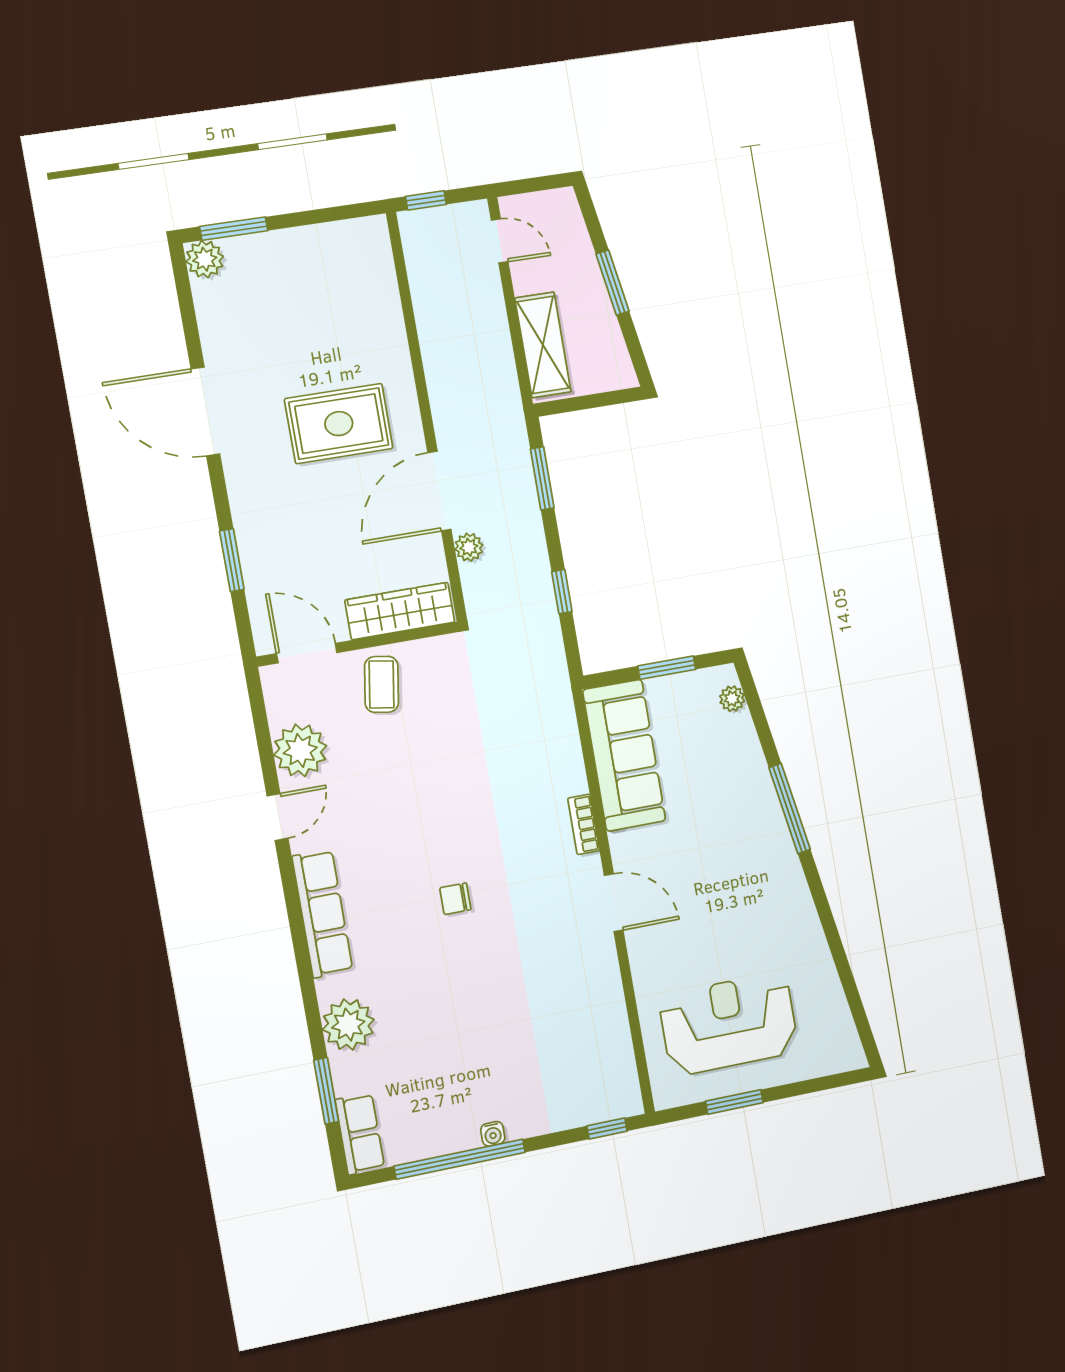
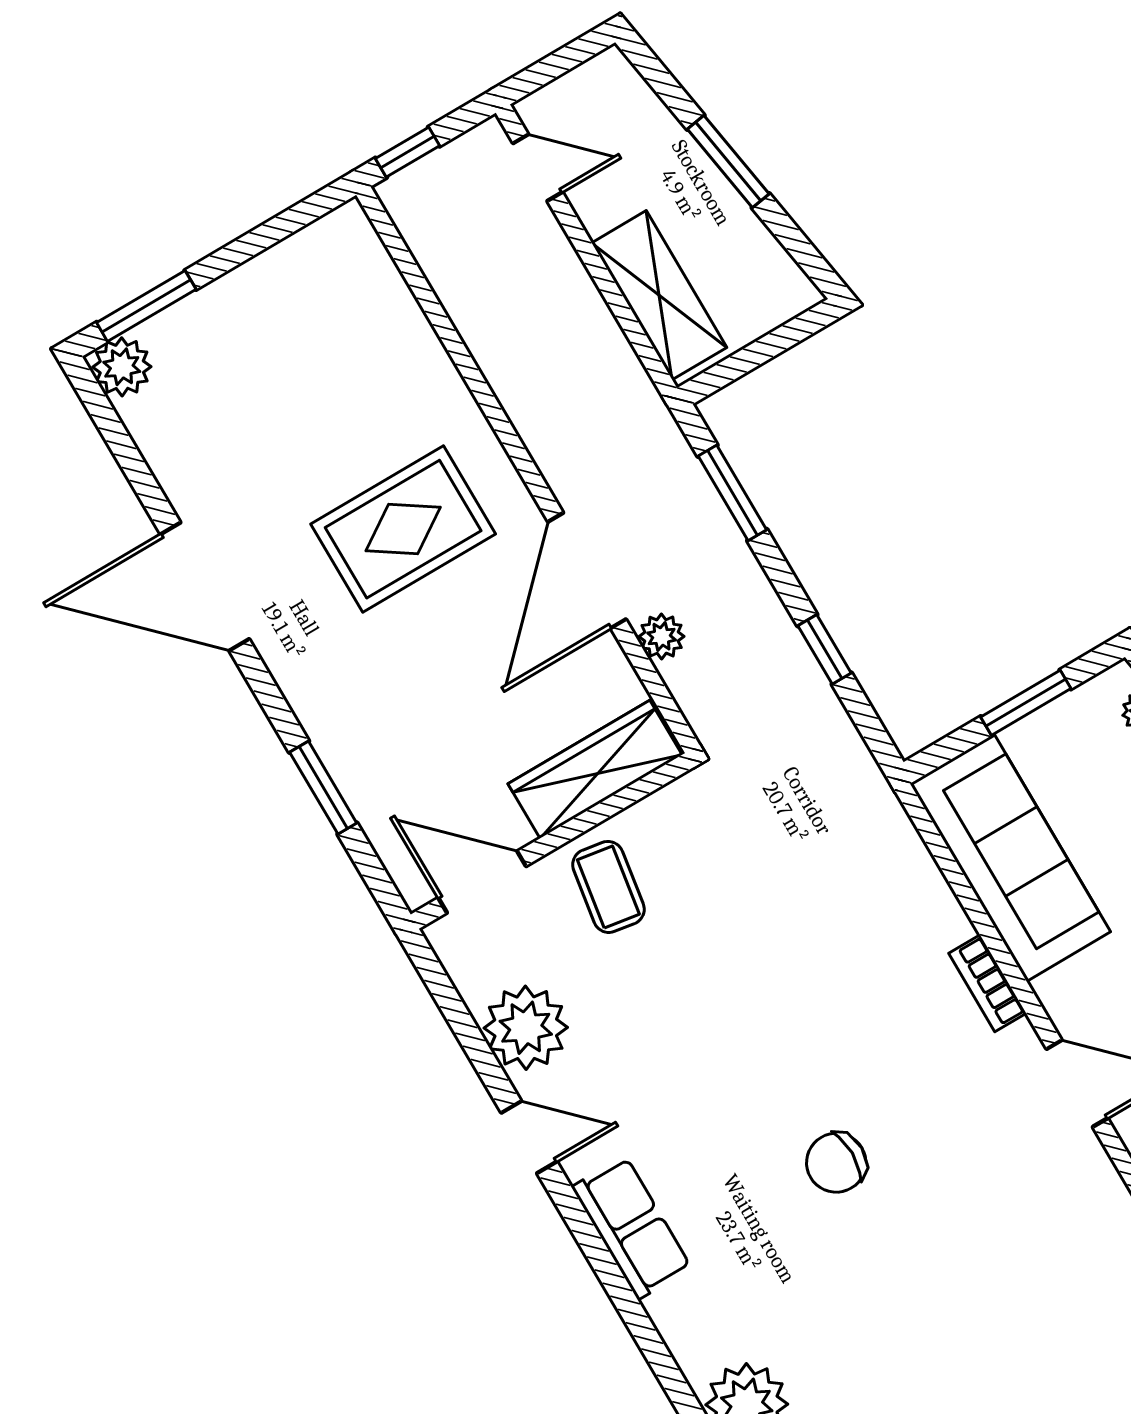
door: (277, 817) -> (529, 1137), hinge flipped
chair: (455, 899) -> (836, 1163), width x1.37, depth x1.37
row of seats: (322, 914) -> (632, 1228), width x0.68

